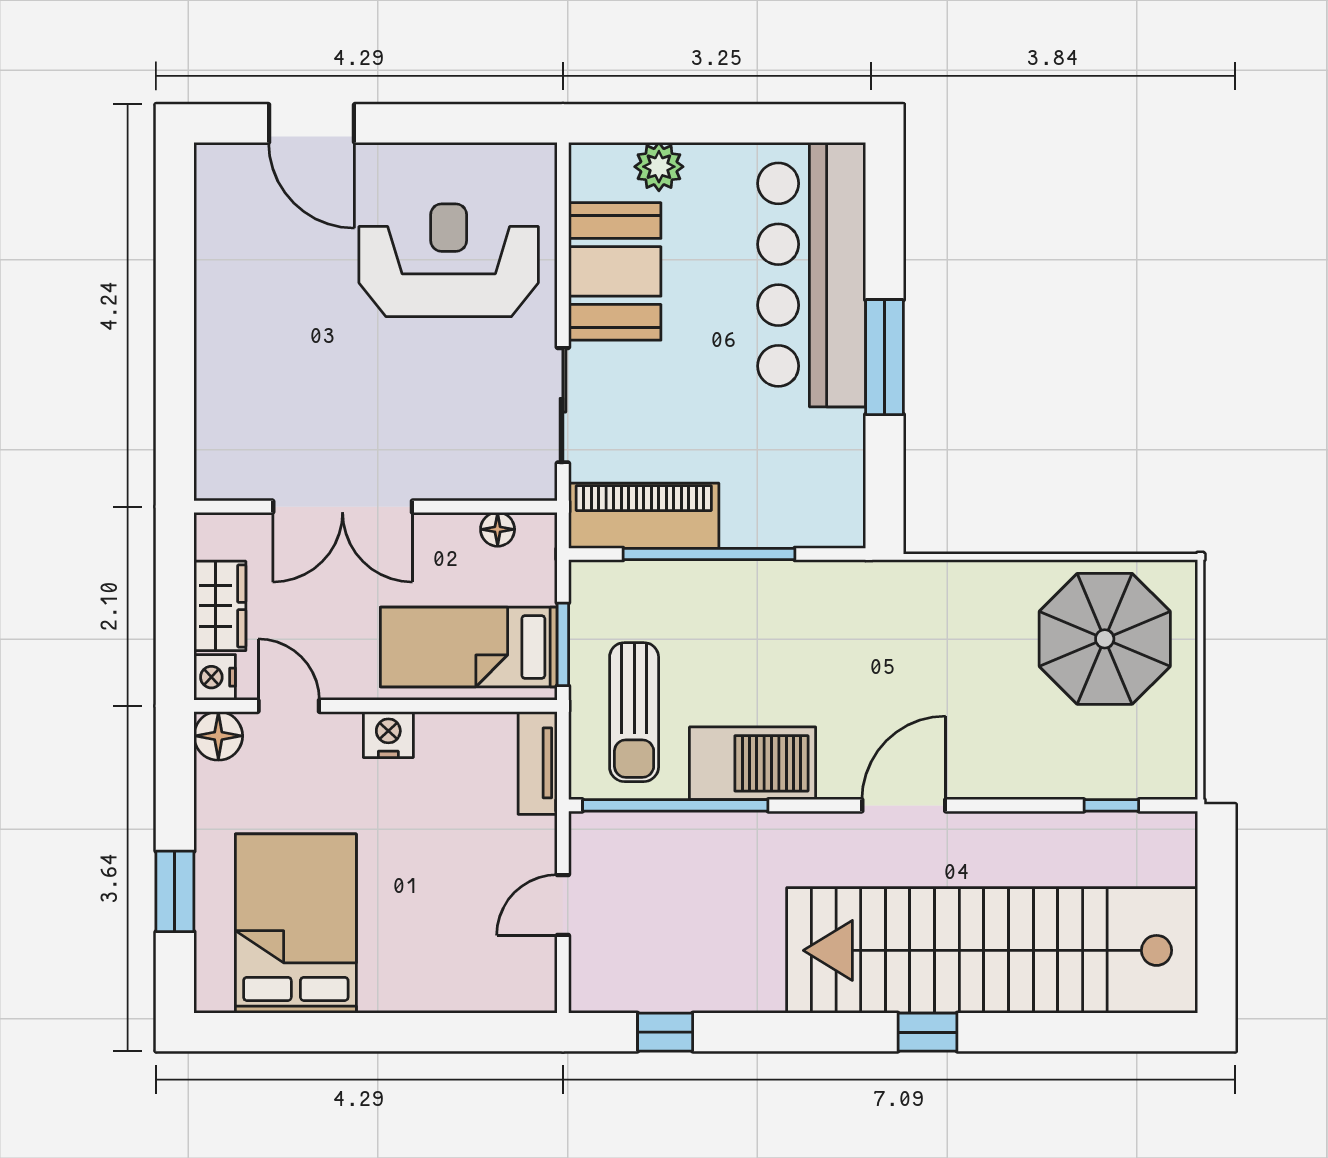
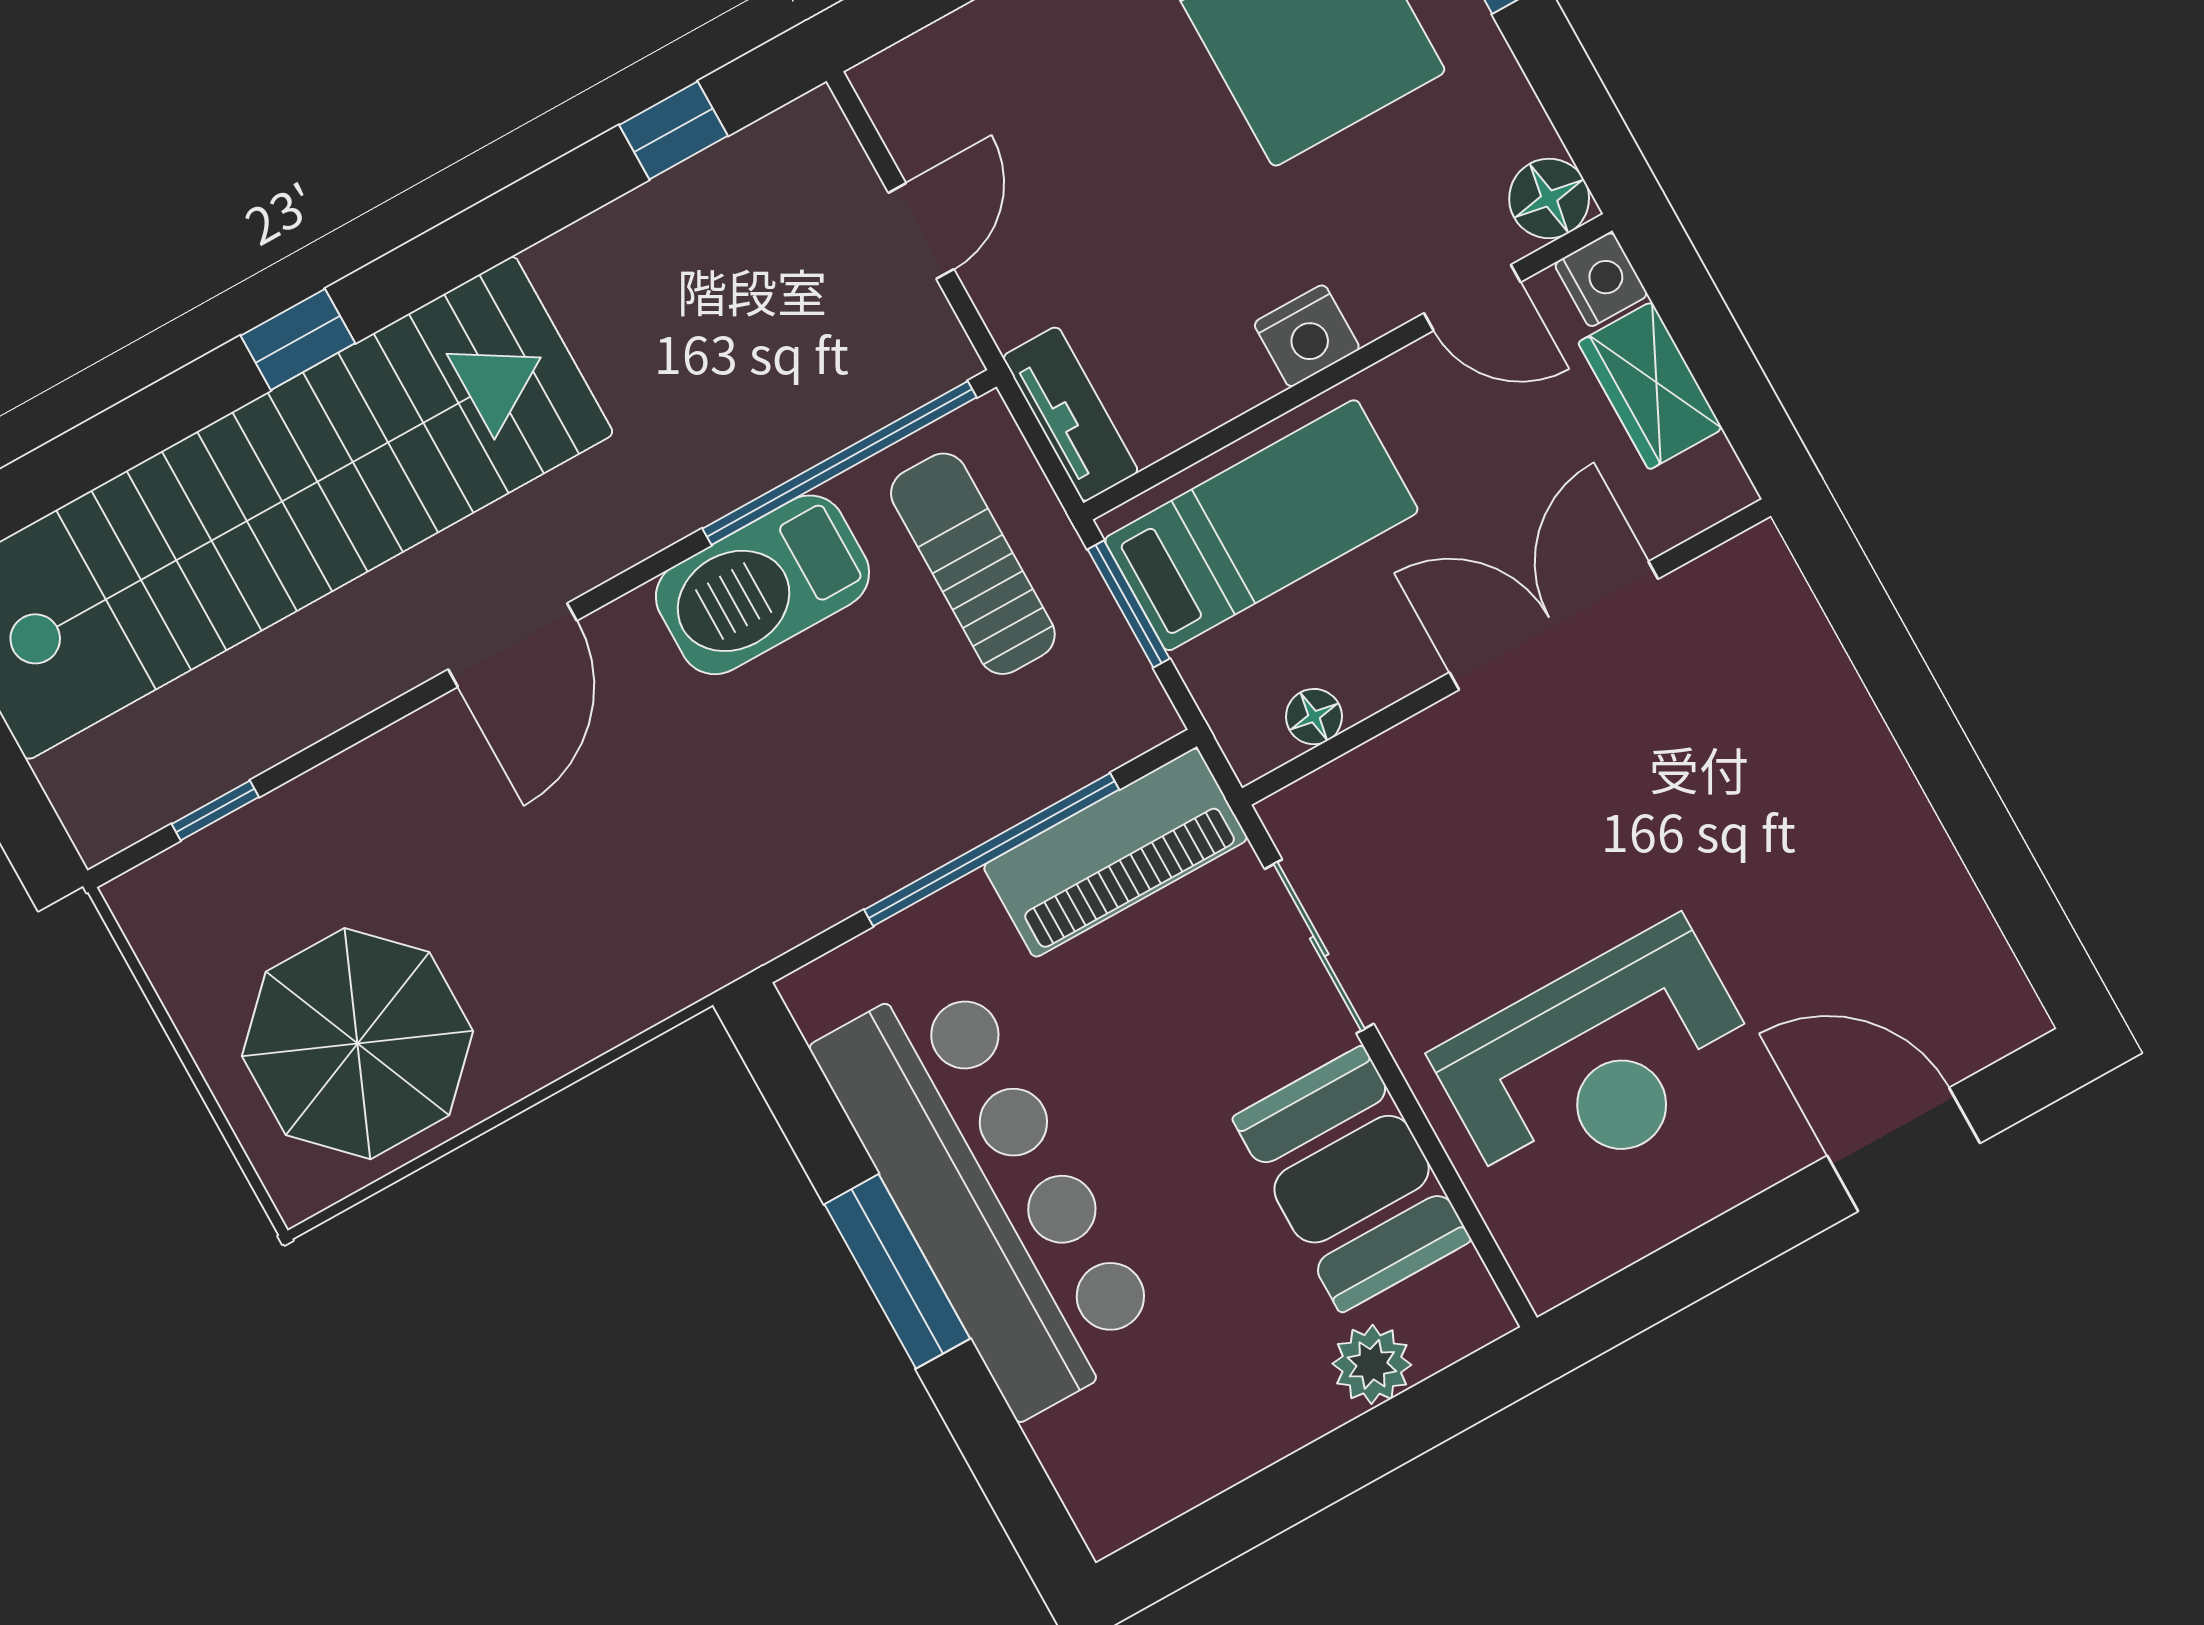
bar counter: (812, 275) -> (990, 1192), moved

